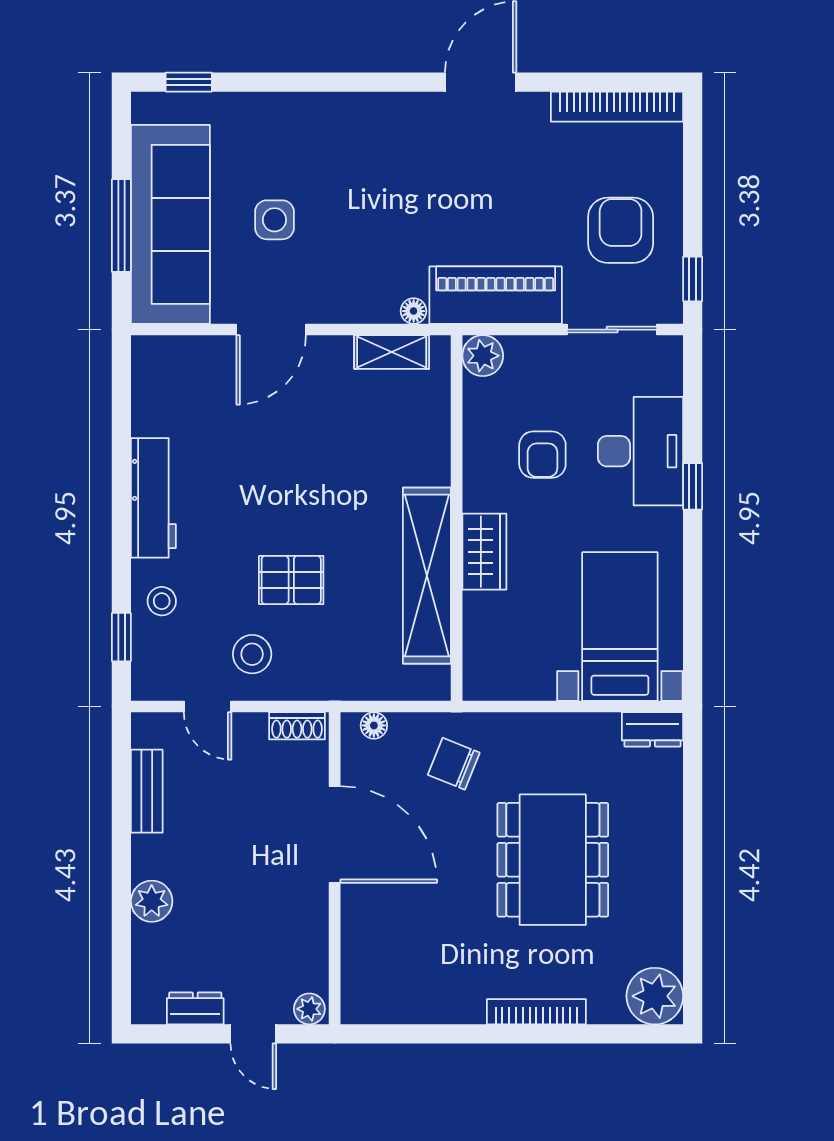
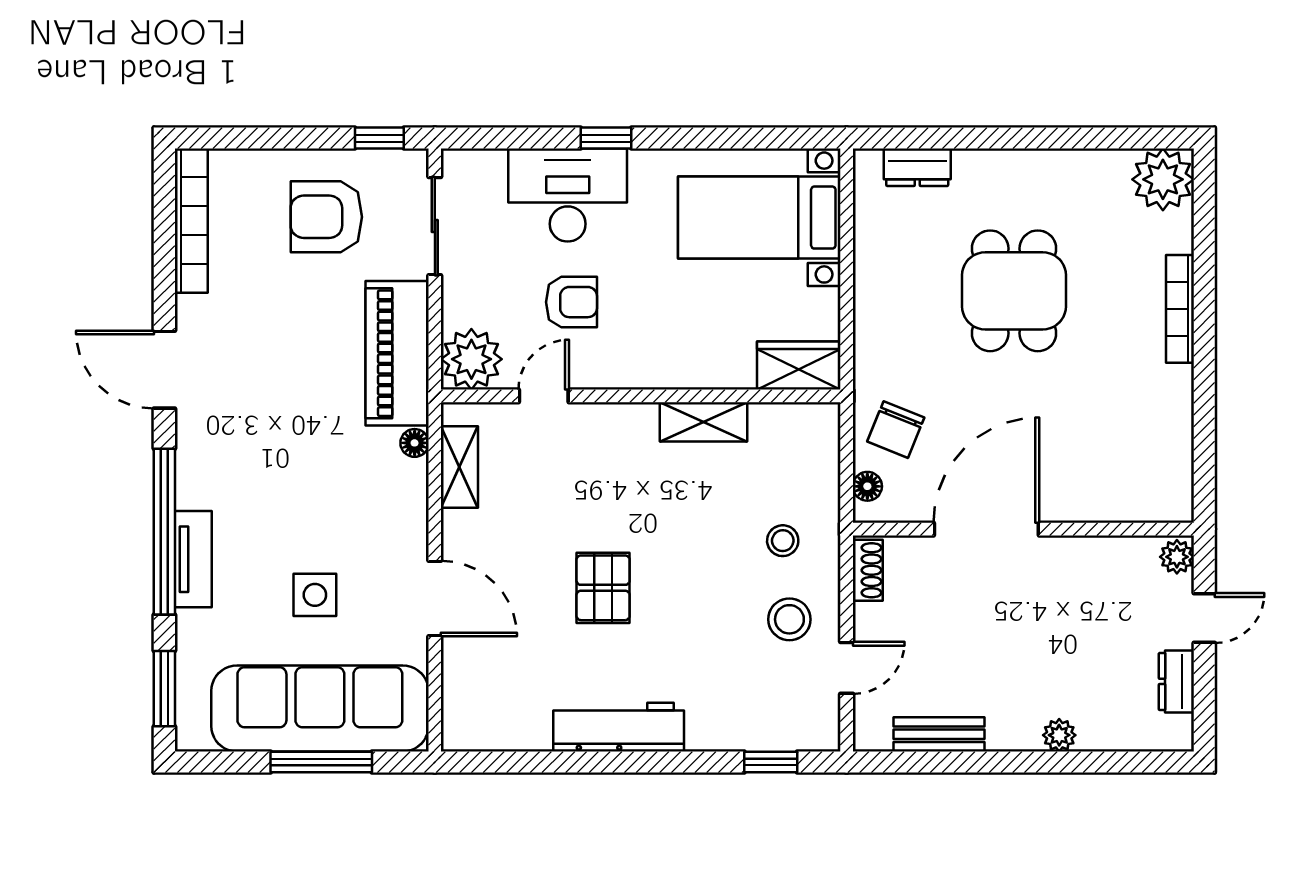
window: (189, 82) -> (164, 689), width x1.50
window: (332, 82) -> (164, 532), added
tv unit: (307, 108) -> (193, 559), added
plant: (483, 356) -> (471, 359), width x1.36, depth x1.36
door: (457, 429) -> (544, 396), added
wardrobe: (484, 552) -> (799, 366), moved
shelving: (427, 576) -> (703, 422), width x0.45, depth x0.75
pallet: (291, 580) -> (603, 588), moved
stool: (162, 601) -> (783, 541), moved
dresser: (652, 729) -> (917, 167), moved, turned 90
chair: (454, 764) -> (896, 430), moved
dining table: (553, 860) -> (1014, 291), width x0.73
plant: (152, 901) -> (1059, 735), width x0.73, depth x0.73

